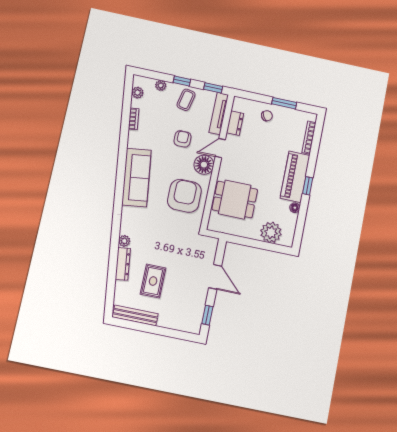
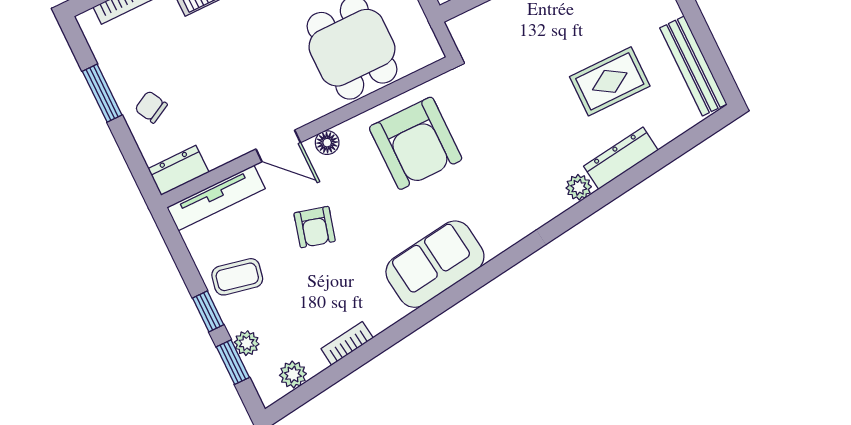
window: (213, 88) -> (233, 362), moved
dresser: (235, 123) -> (178, 170), moved
armchair: (183, 139) -> (315, 227), turned -75
floor lamp: (204, 165) -> (327, 143), width x0.53, depth x0.53
sofa: (136, 178) -> (435, 264), width x0.73
armchair: (184, 196) -> (416, 143), turned -90

